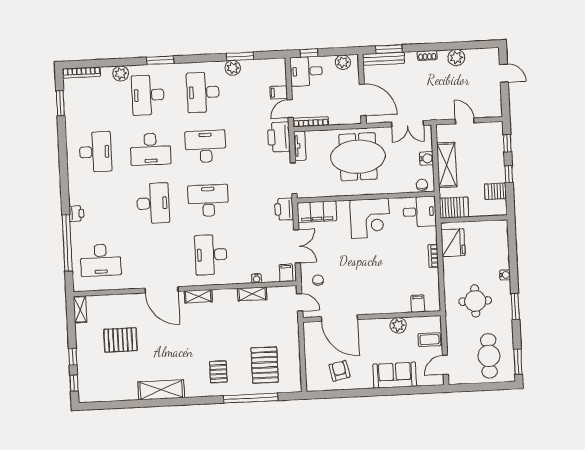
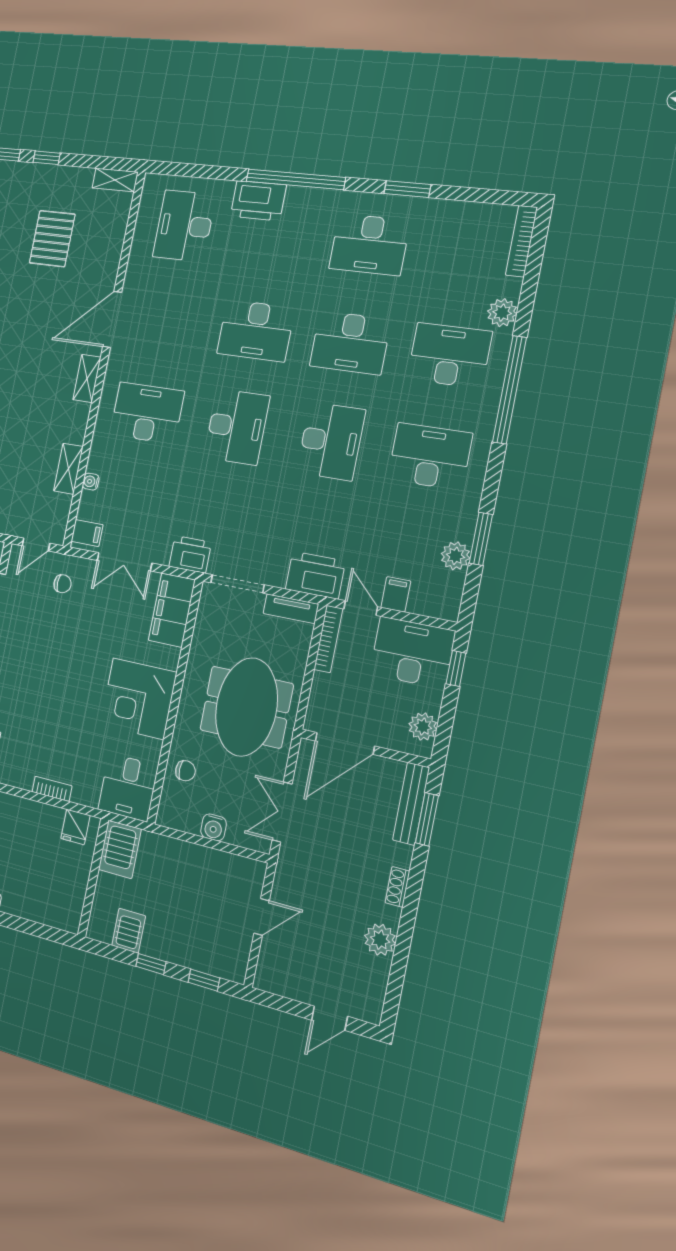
window: (160, 60) -> (510, 390), width x2.11
plant: (233, 68) -> (455, 556), moved
desk: (306, 71) -> (412, 652), width x1.37
window: (60, 103) -> (407, 189), moved
desk: (150, 149) -> (350, 343), turned -90
shelving: (447, 165) -> (194, 860), removed
chair: (422, 185) -> (185, 771), moved
printer: (76, 214) -> (258, 201), width x1.87, depth x1.48
window: (67, 243) -> (295, 179), moved
fridge: (453, 243) -> (75, 827), width x0.53, depth x0.75

